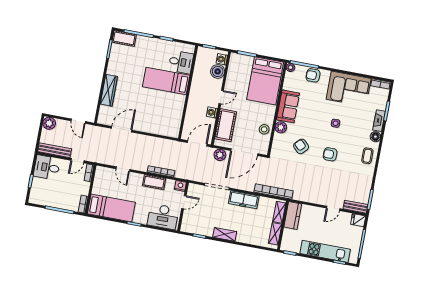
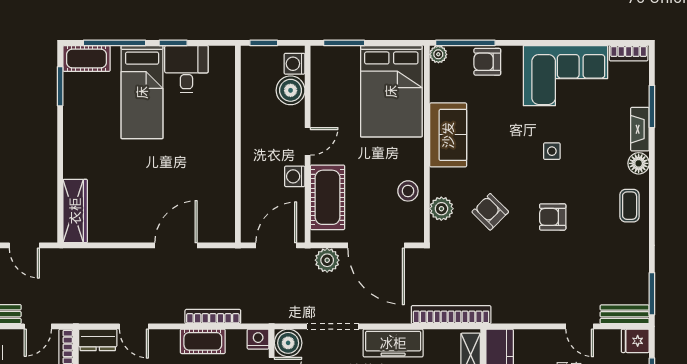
desk: (181, 62) -> (186, 69), moved, turned -90
bed: (166, 81) -> (142, 92), moved, turned -90
wardrobe: (109, 90) -> (75, 211), moved
plant: (281, 127) -> (441, 209), moved
door: (122, 129) -> (176, 245), moved
door: (244, 152) -> (376, 245), hinge flipped
dresser: (105, 172) -> (98, 340), added
boiler: (194, 190) -> (288, 343), added
door: (333, 208) -> (580, 326), hinge flipped

